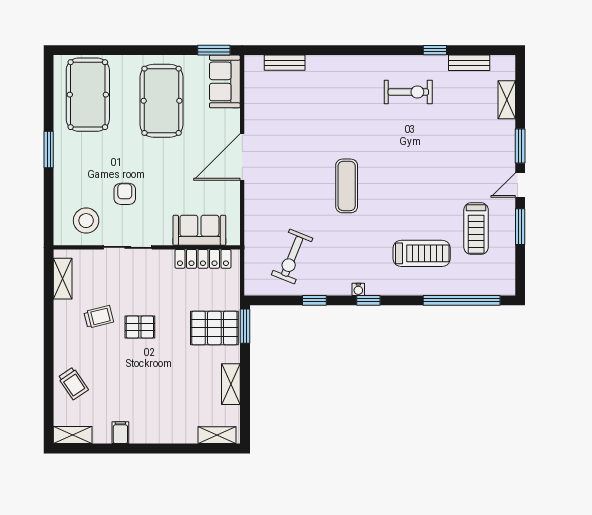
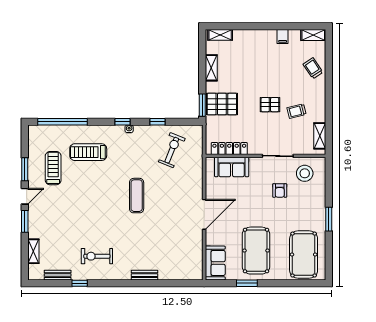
window: (214, 50) -> (247, 283), moved
bench: (285, 63) -> (145, 275), moved

